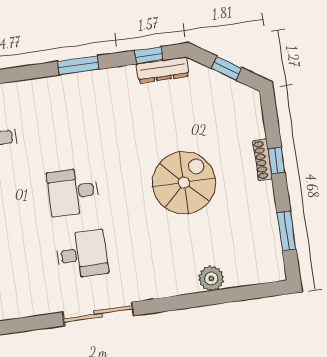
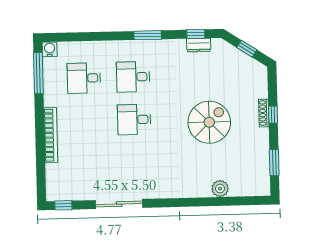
dresser: (163, 70) -> (199, 45), width x0.70
desk: (82, 254) -> (133, 77), moved, turned 180
sliding door: (98, 314) -> (119, 204), moved

